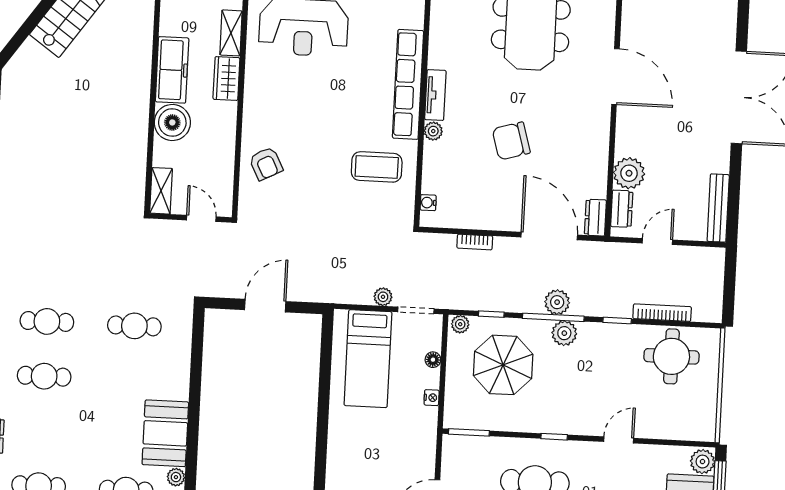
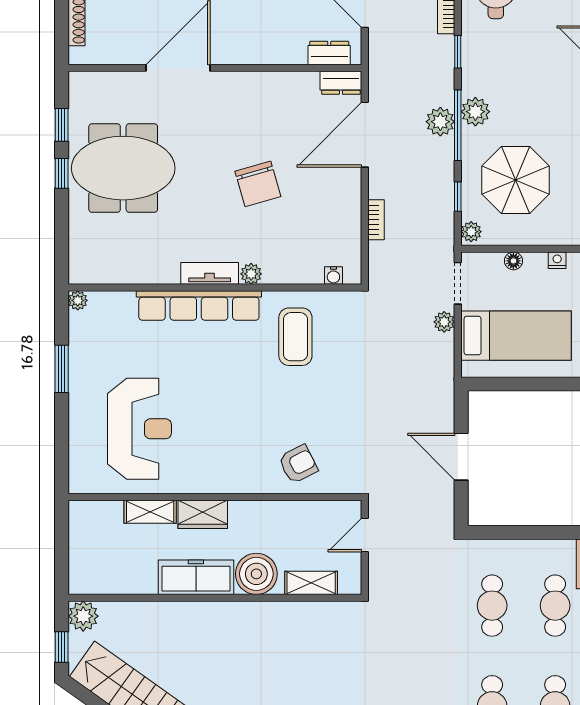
plant: (629, 173) -> (288, 47), removed
shelving: (161, 191) -> (311, 583), moved
cafe table: (132, 381) -> (555, 606), added

